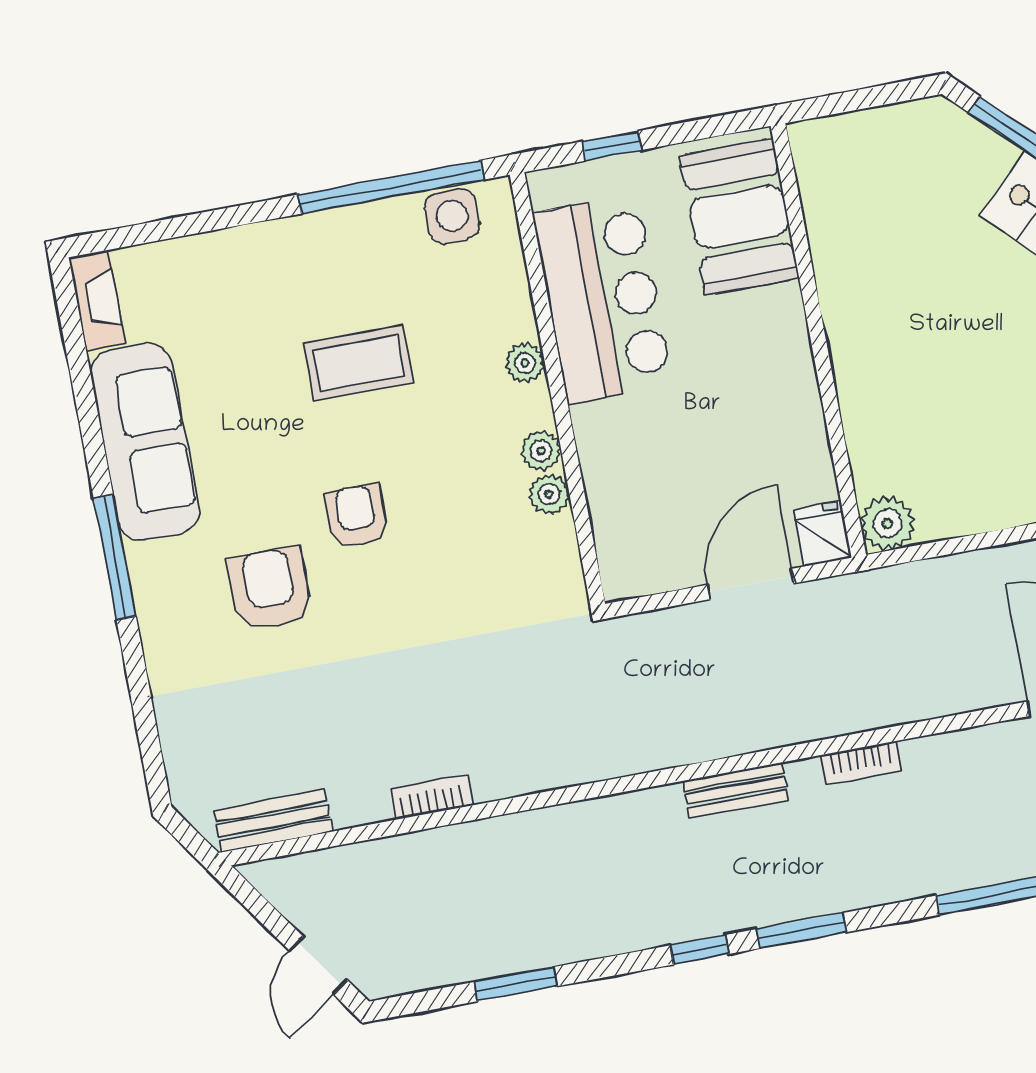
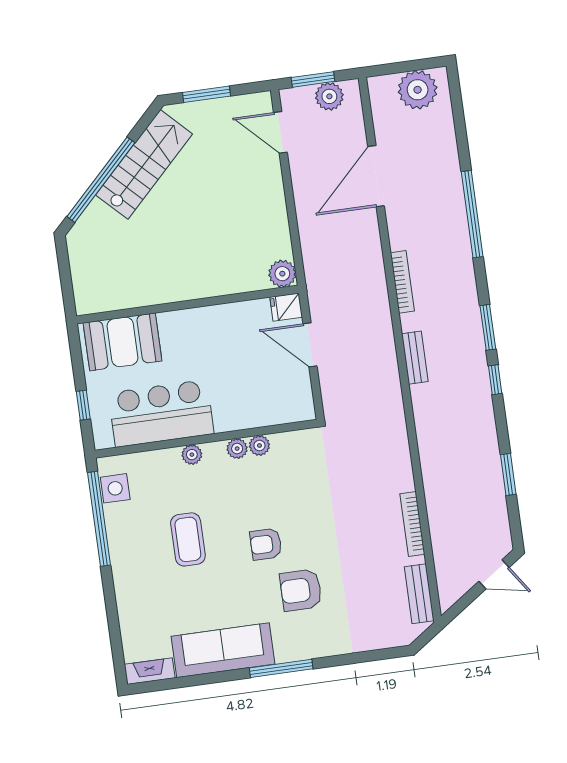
bookcase: (861, 763) -> (402, 282), width x1.56
bookcase: (431, 797) -> (412, 524), width x1.56

